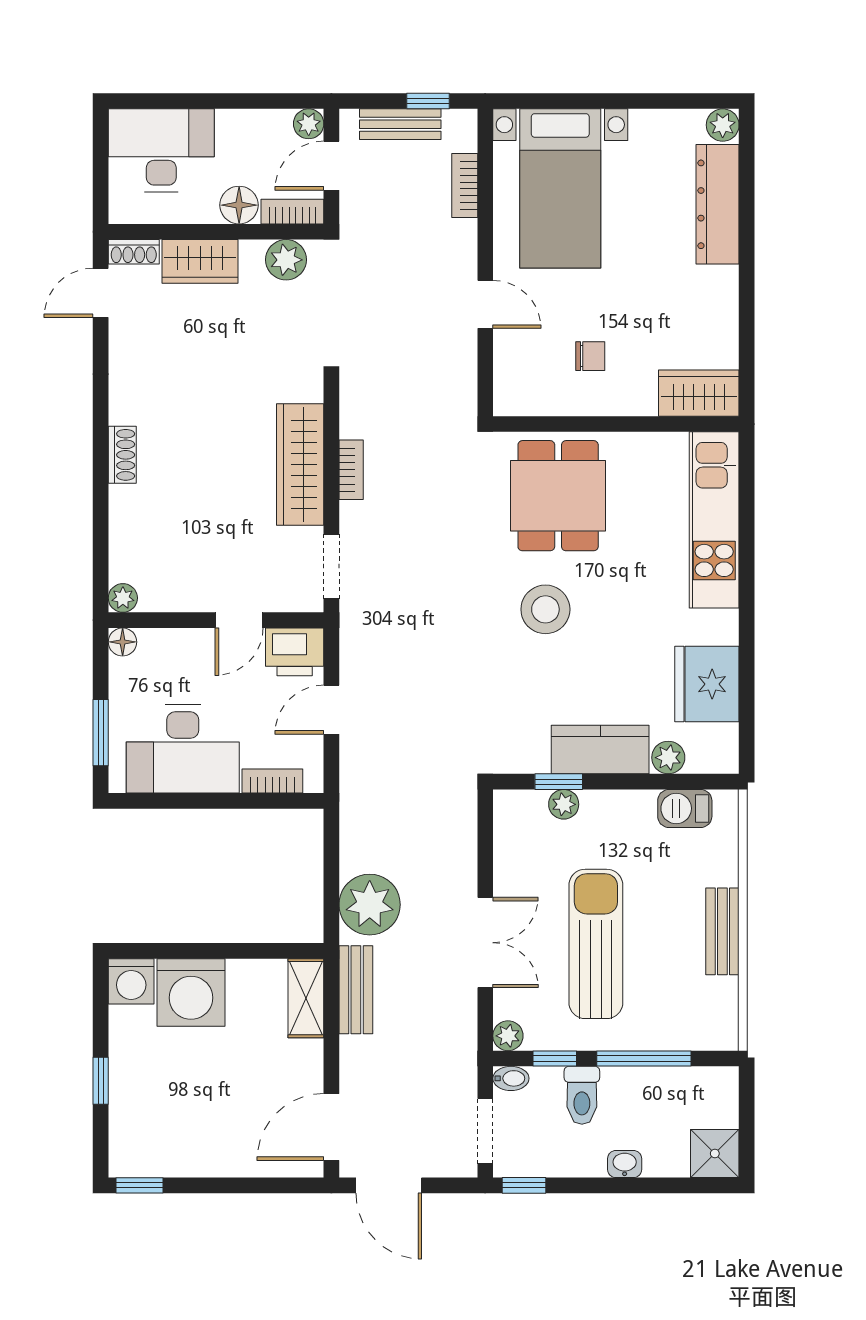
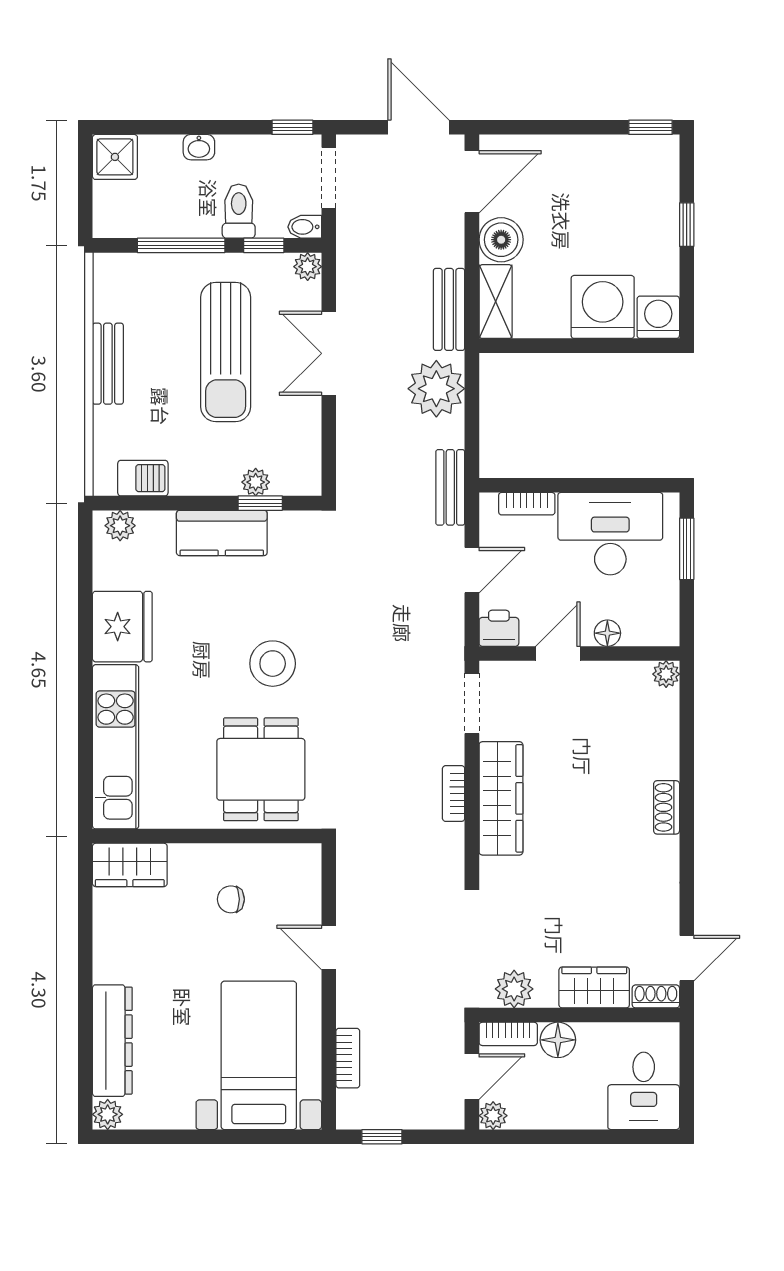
bench: (400, 124) -> (450, 487), moved, turned 90
desk: (161, 150) -> (644, 1091), width x0.73
floor lamp: (123, 642) -> (607, 633), moved
printer: (295, 652) -> (499, 628), width x0.73, depth x0.81
fridge: (707, 684) -> (122, 627), moved
plant: (668, 758) -> (120, 526), moved
boiler: (300, 1065) -> (501, 240), added

